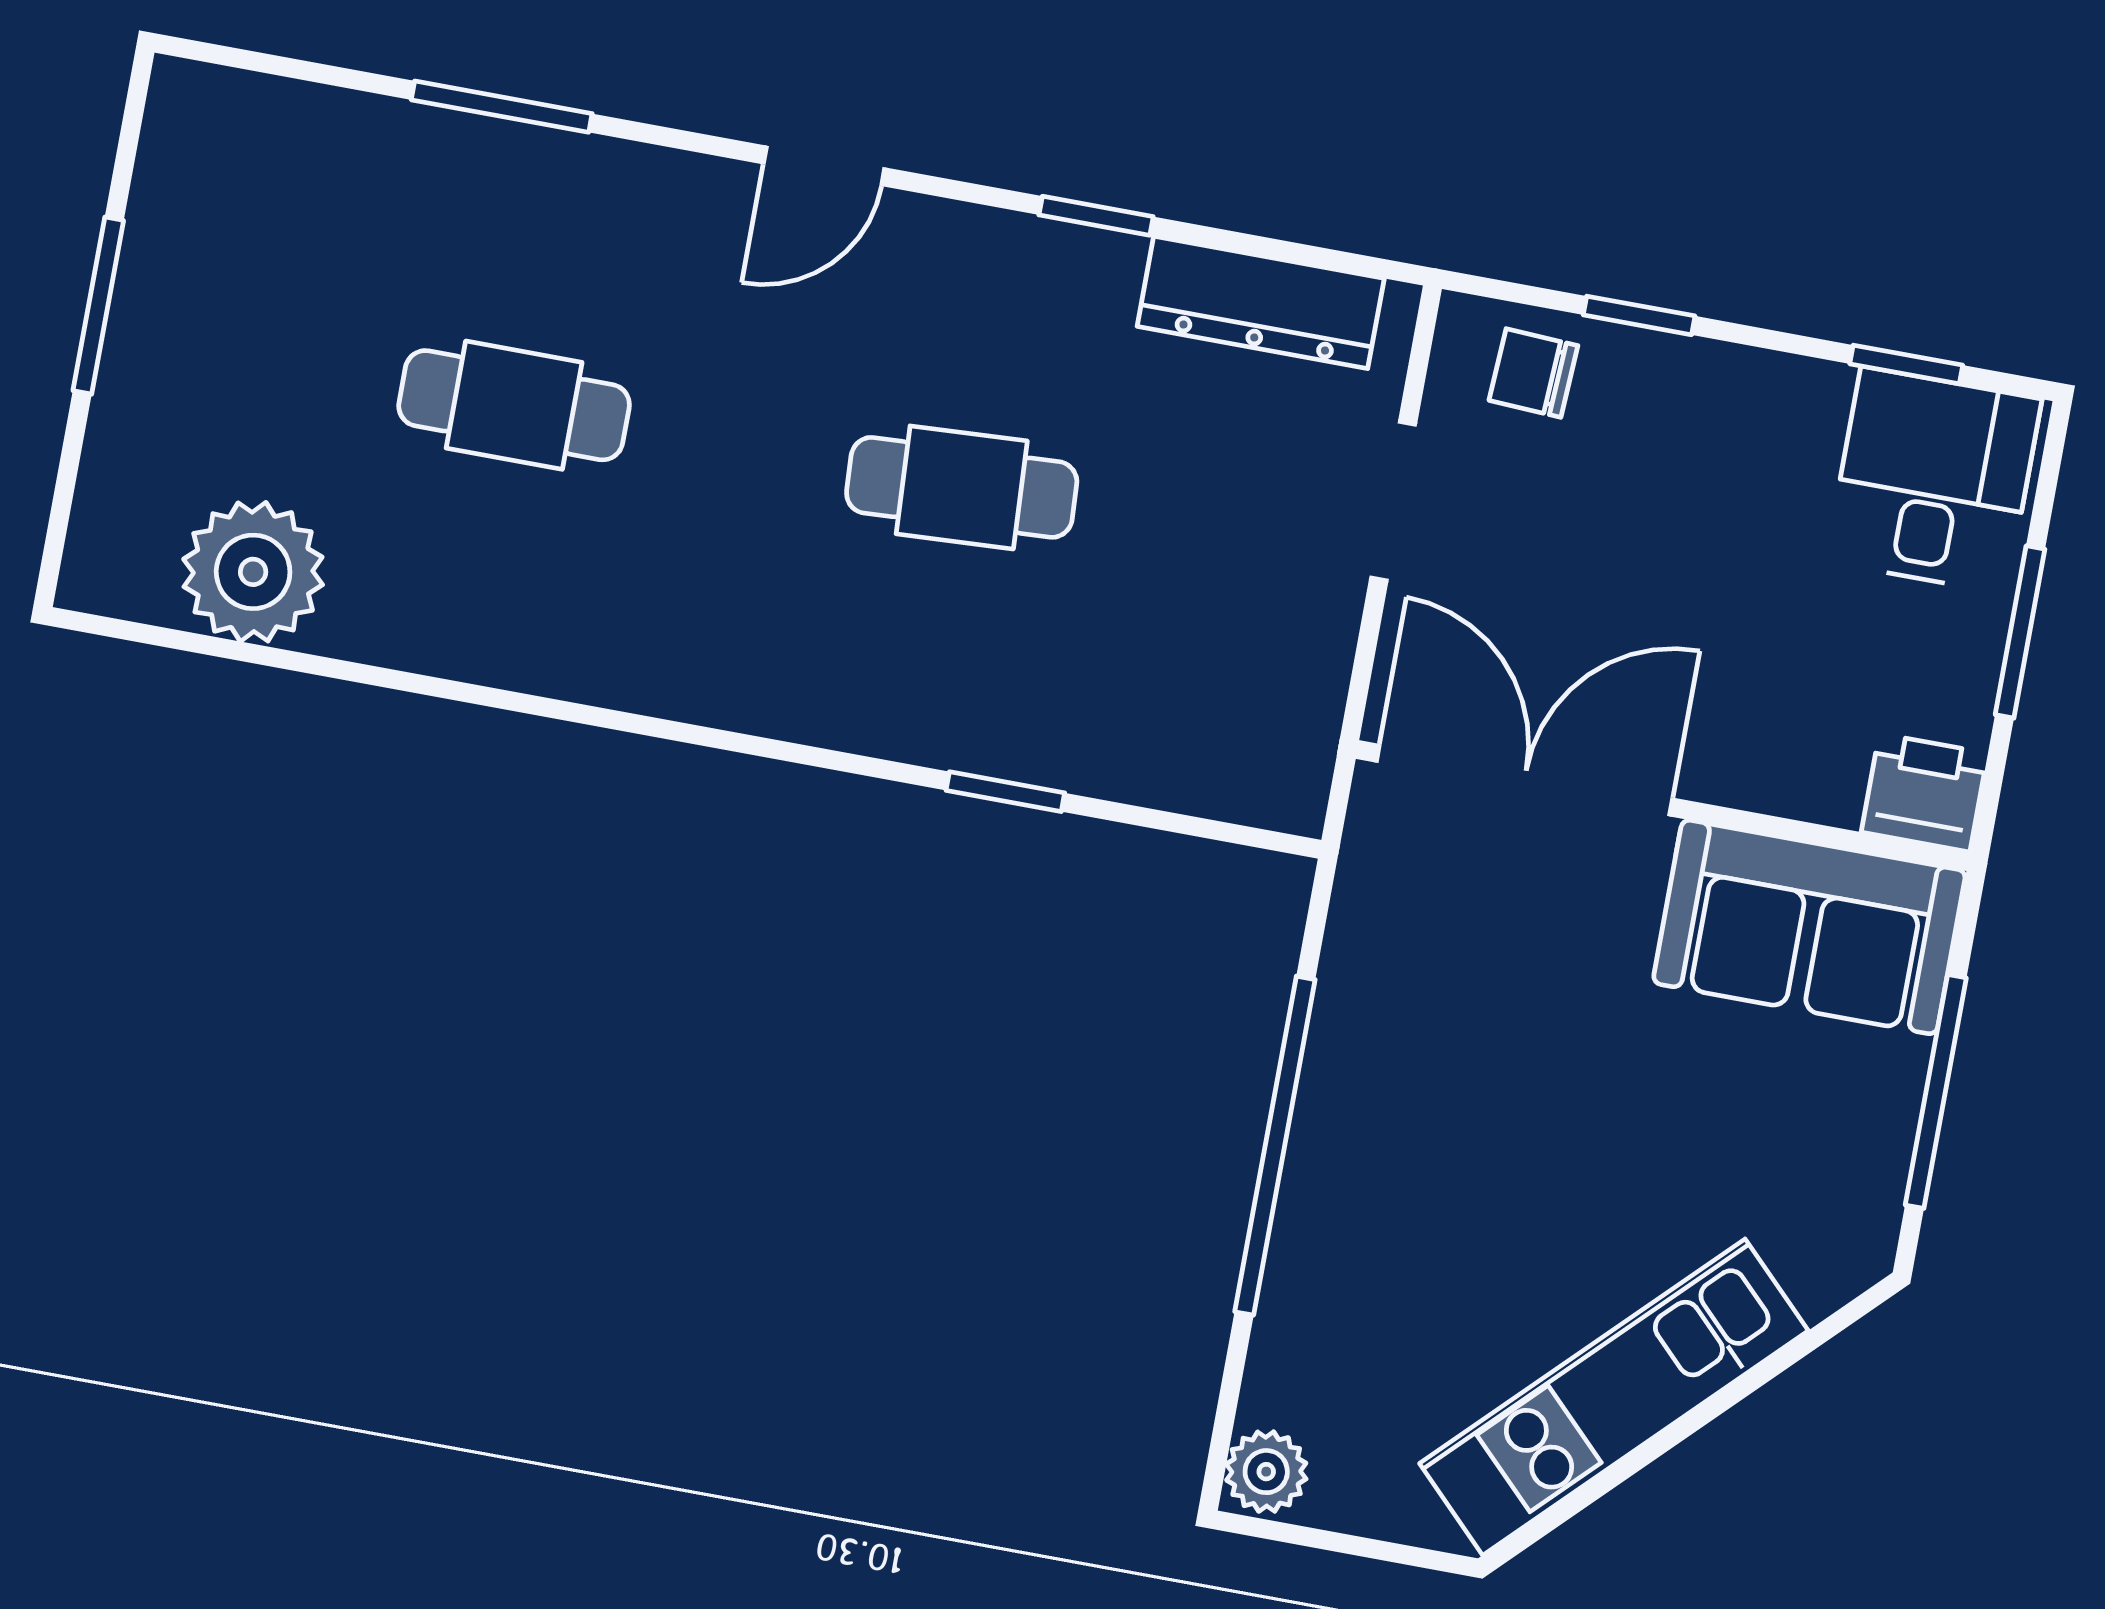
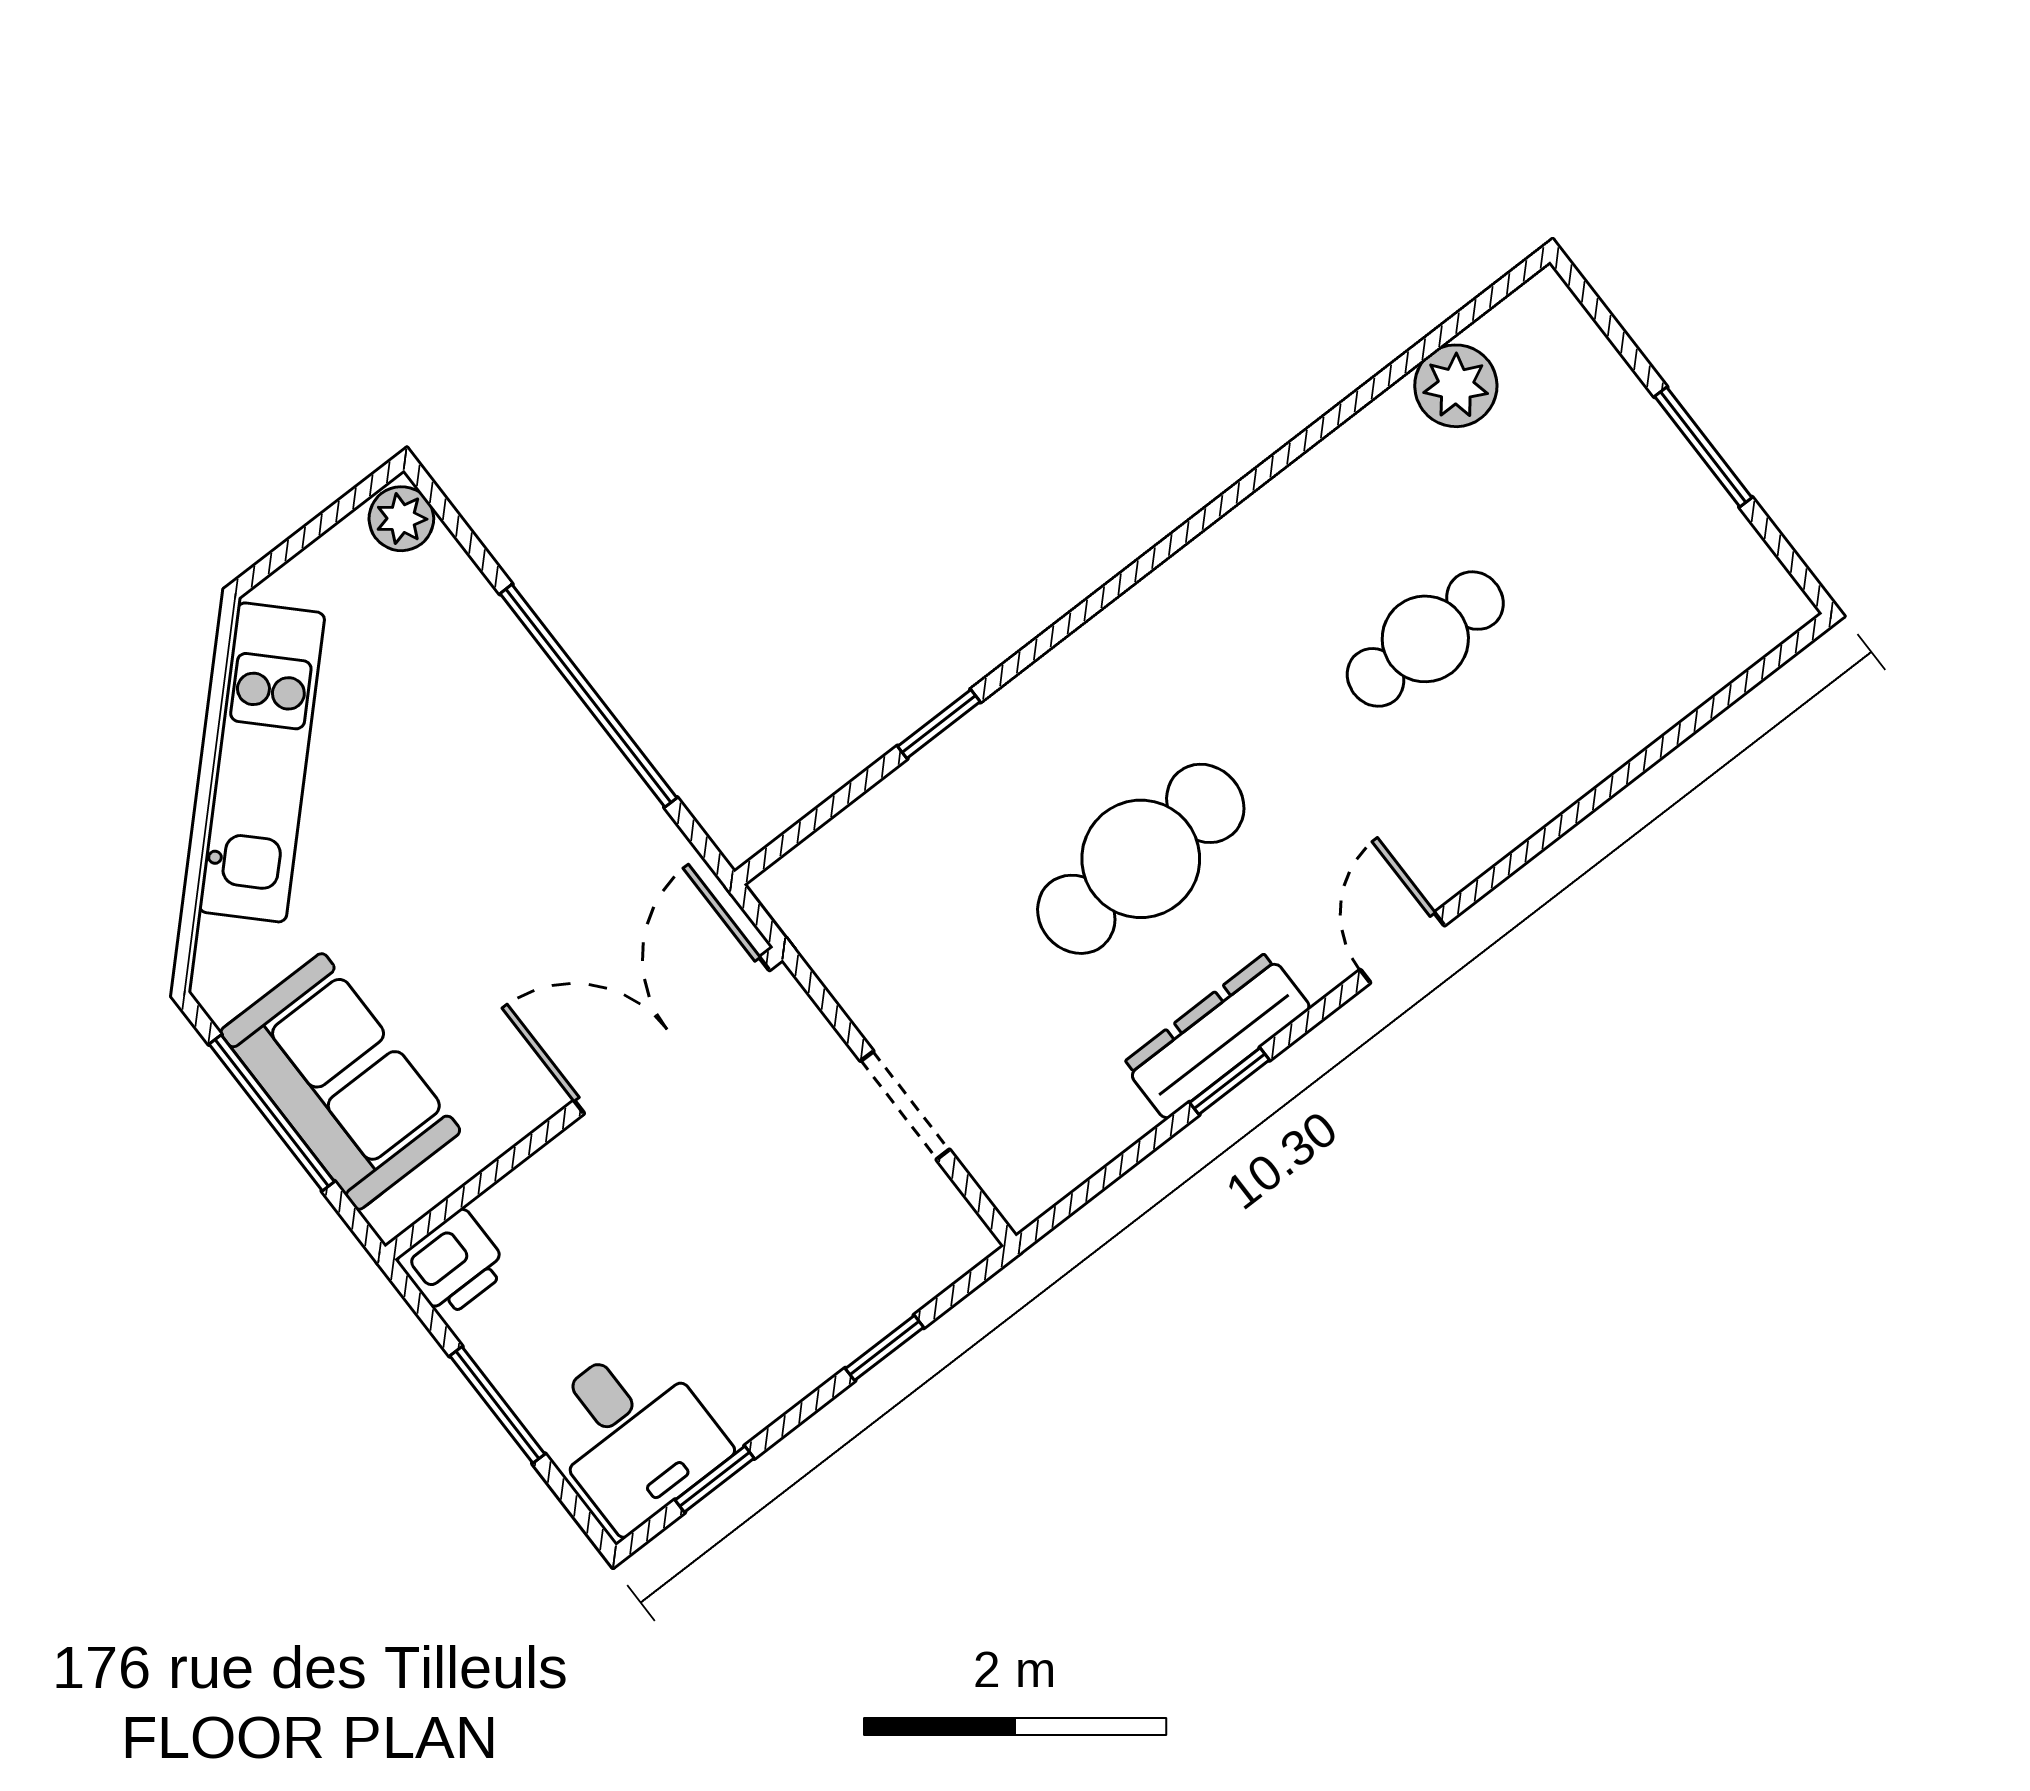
window: (502, 107) -> (1607, 789), removed
dresser: (1261, 302) -> (1217, 1036), moved
chair: (1533, 373) -> (906, 1255), removed
cafe table: (962, 487) -> (1141, 859), width x1.37, depth x1.35
plant: (253, 572) -> (1456, 386), width x0.73, depth x0.73
double door: (1524, 780) -> (672, 1035), swing flipped
sofa: (1809, 927) -> (340, 1081), moved, turned 90

